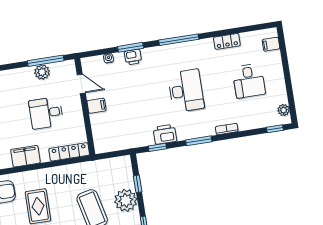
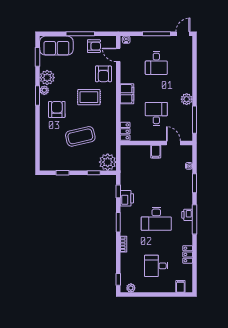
printer: (133, 57) -> (187, 215), moved
plant: (42, 72) -> (187, 99), moved
door: (81, 84) -> (173, 143), swing flipped
locker: (69, 152) -> (125, 131), width x0.66
plant: (126, 200) -> (108, 162), moved

